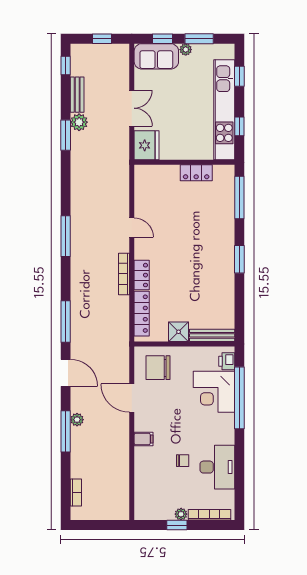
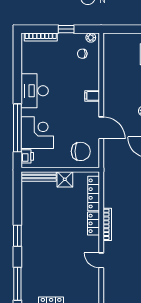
chair: (183, 461) -> (82, 54), moved
desk: (217, 467) -> (35, 91), moved
plant: (181, 514) -> (91, 38), moved

